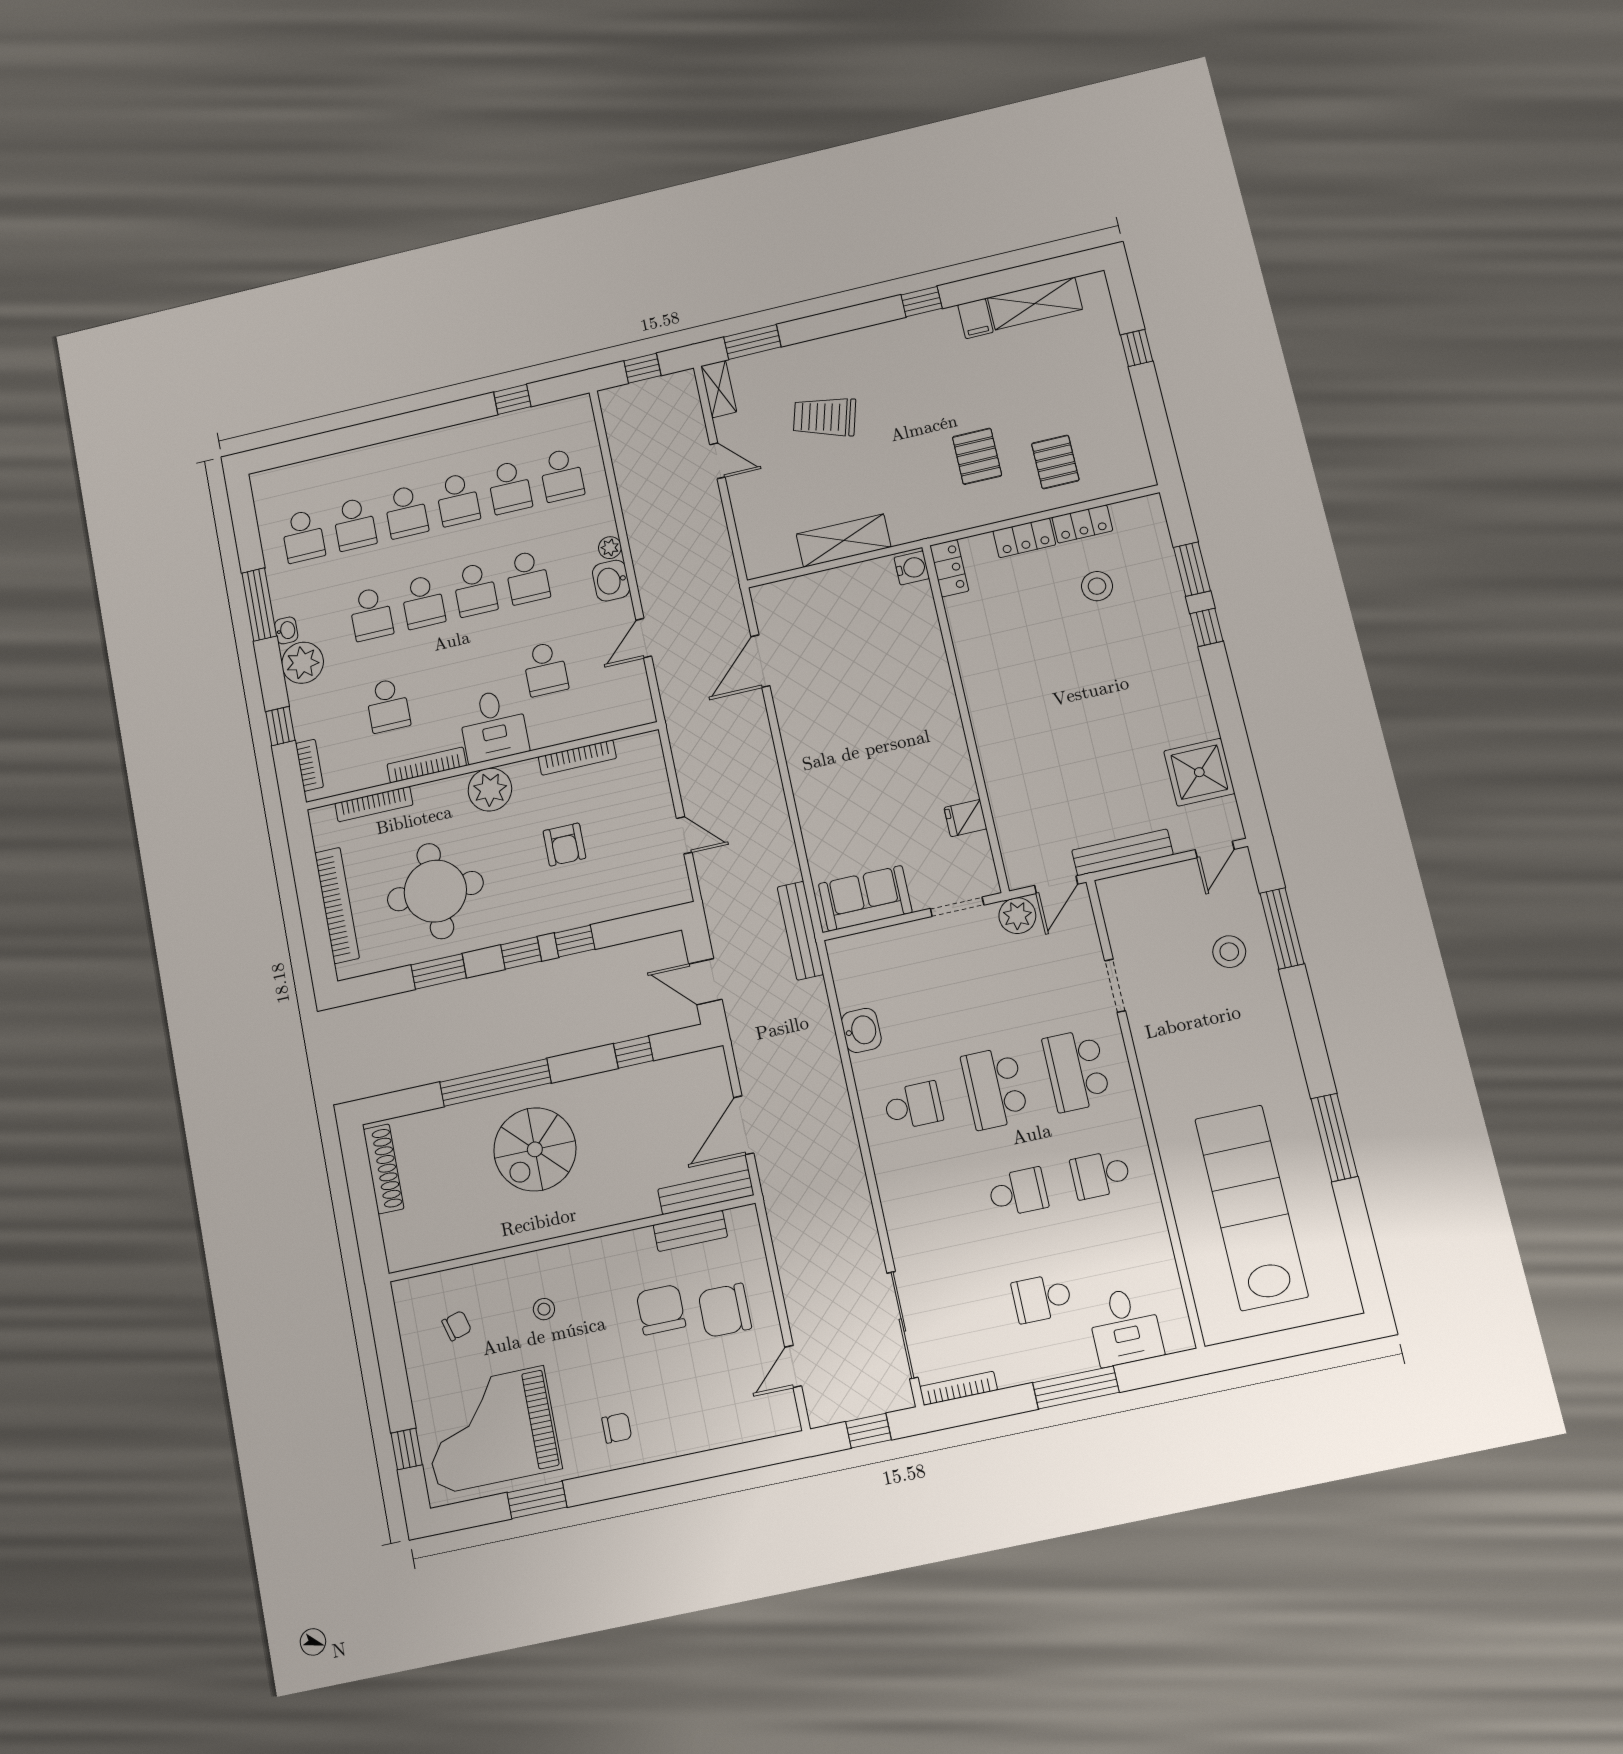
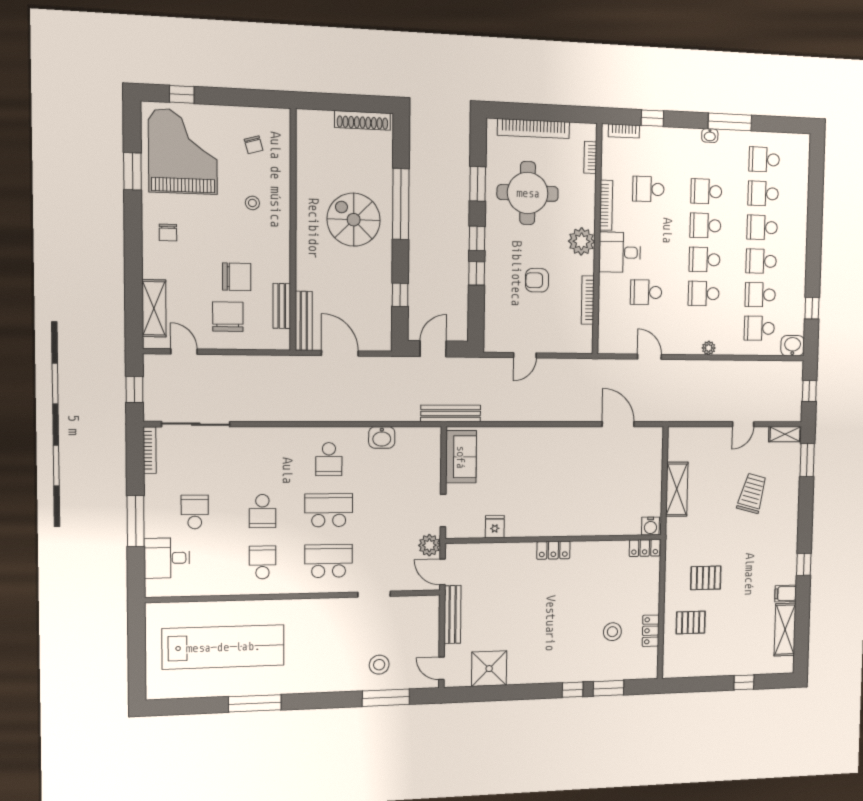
locker: (1024, 538) -> (553, 550), moved, turned -90
washbasin: (611, 581) -> (793, 346), moved
plant: (303, 663) -> (688, 141), removed
bookcase: (374, 804) -> (590, 157), width x0.64
shelving: (737, 1426) -> (154, 308), added

